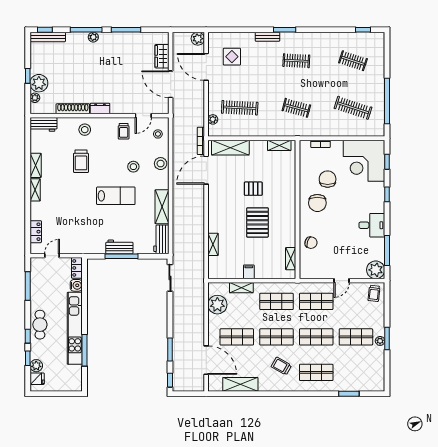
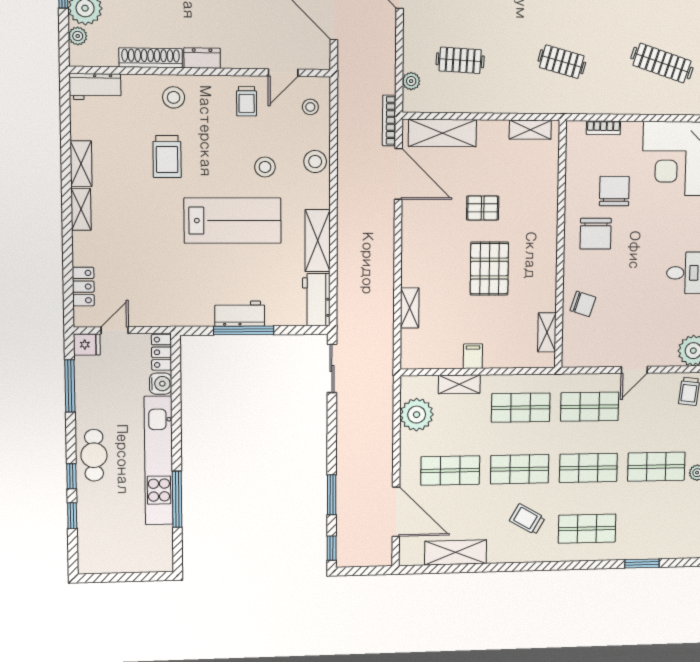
clothes rail: (240, 108) -> (460, 60), width x0.73
door: (206, 170) -> (398, 174), swing flipped
lab bench: (116, 196) -> (233, 221), width x1.36, depth x1.39
plant: (36, 366) -> (88, 528), removed
fridge: (37, 379) -> (87, 345), moved

